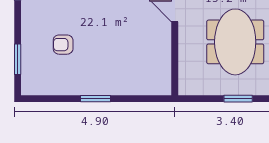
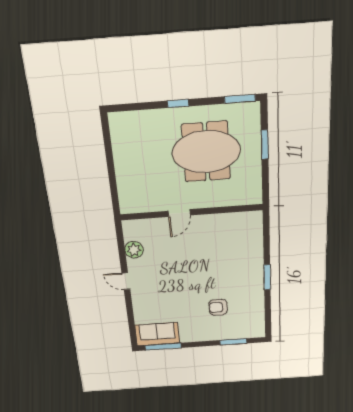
armchair: (63, 45) -> (218, 307), turned 90

